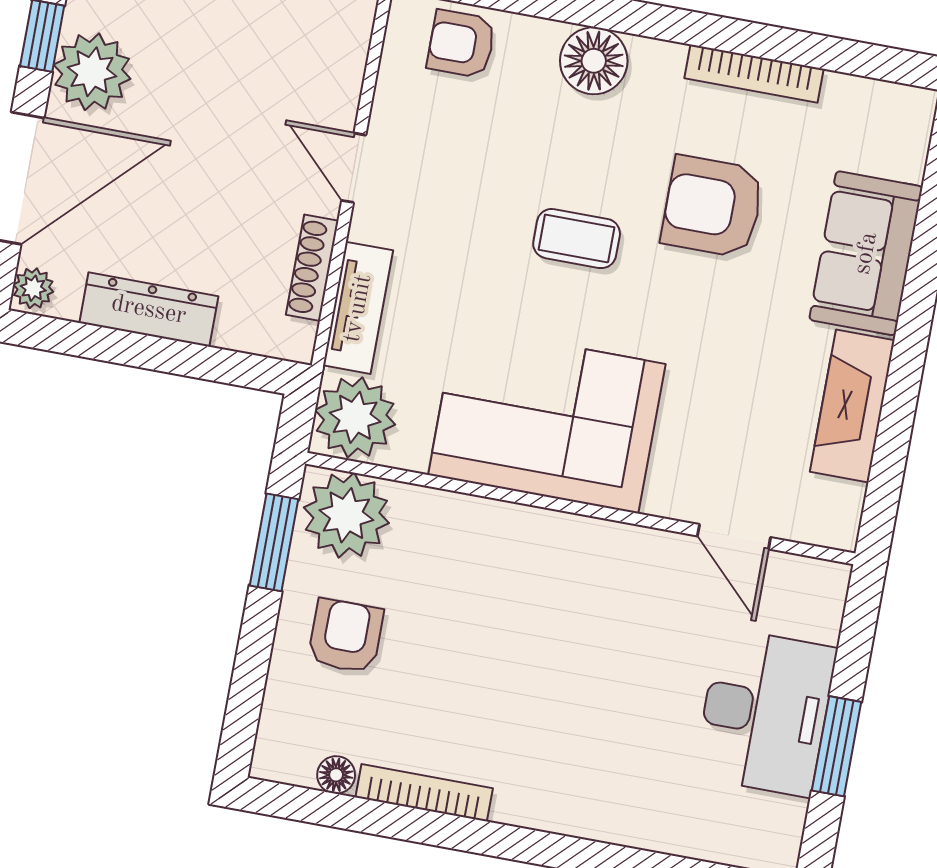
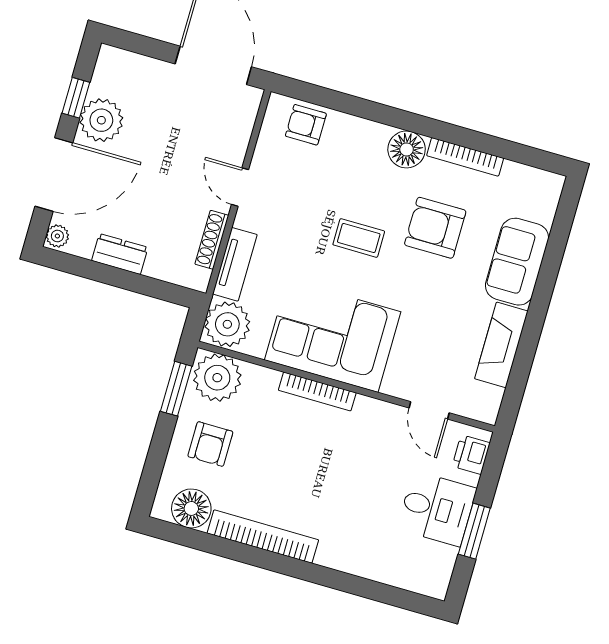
floor lamp: (594, 61) -> (407, 149), moved
dresser: (149, 310) -> (120, 254), width x0.70
bookcase: (529, 522) -> (317, 391), added
printer: (817, 609) -> (471, 455), added
armchair: (346, 636) -> (210, 444), turned 180
desk: (765, 712) -> (437, 509), width x0.73
floor lamp: (336, 775) -> (191, 508), width x1.89, depth x1.89
bookcase: (424, 793) -> (263, 537), width x1.48, depth x1.31

